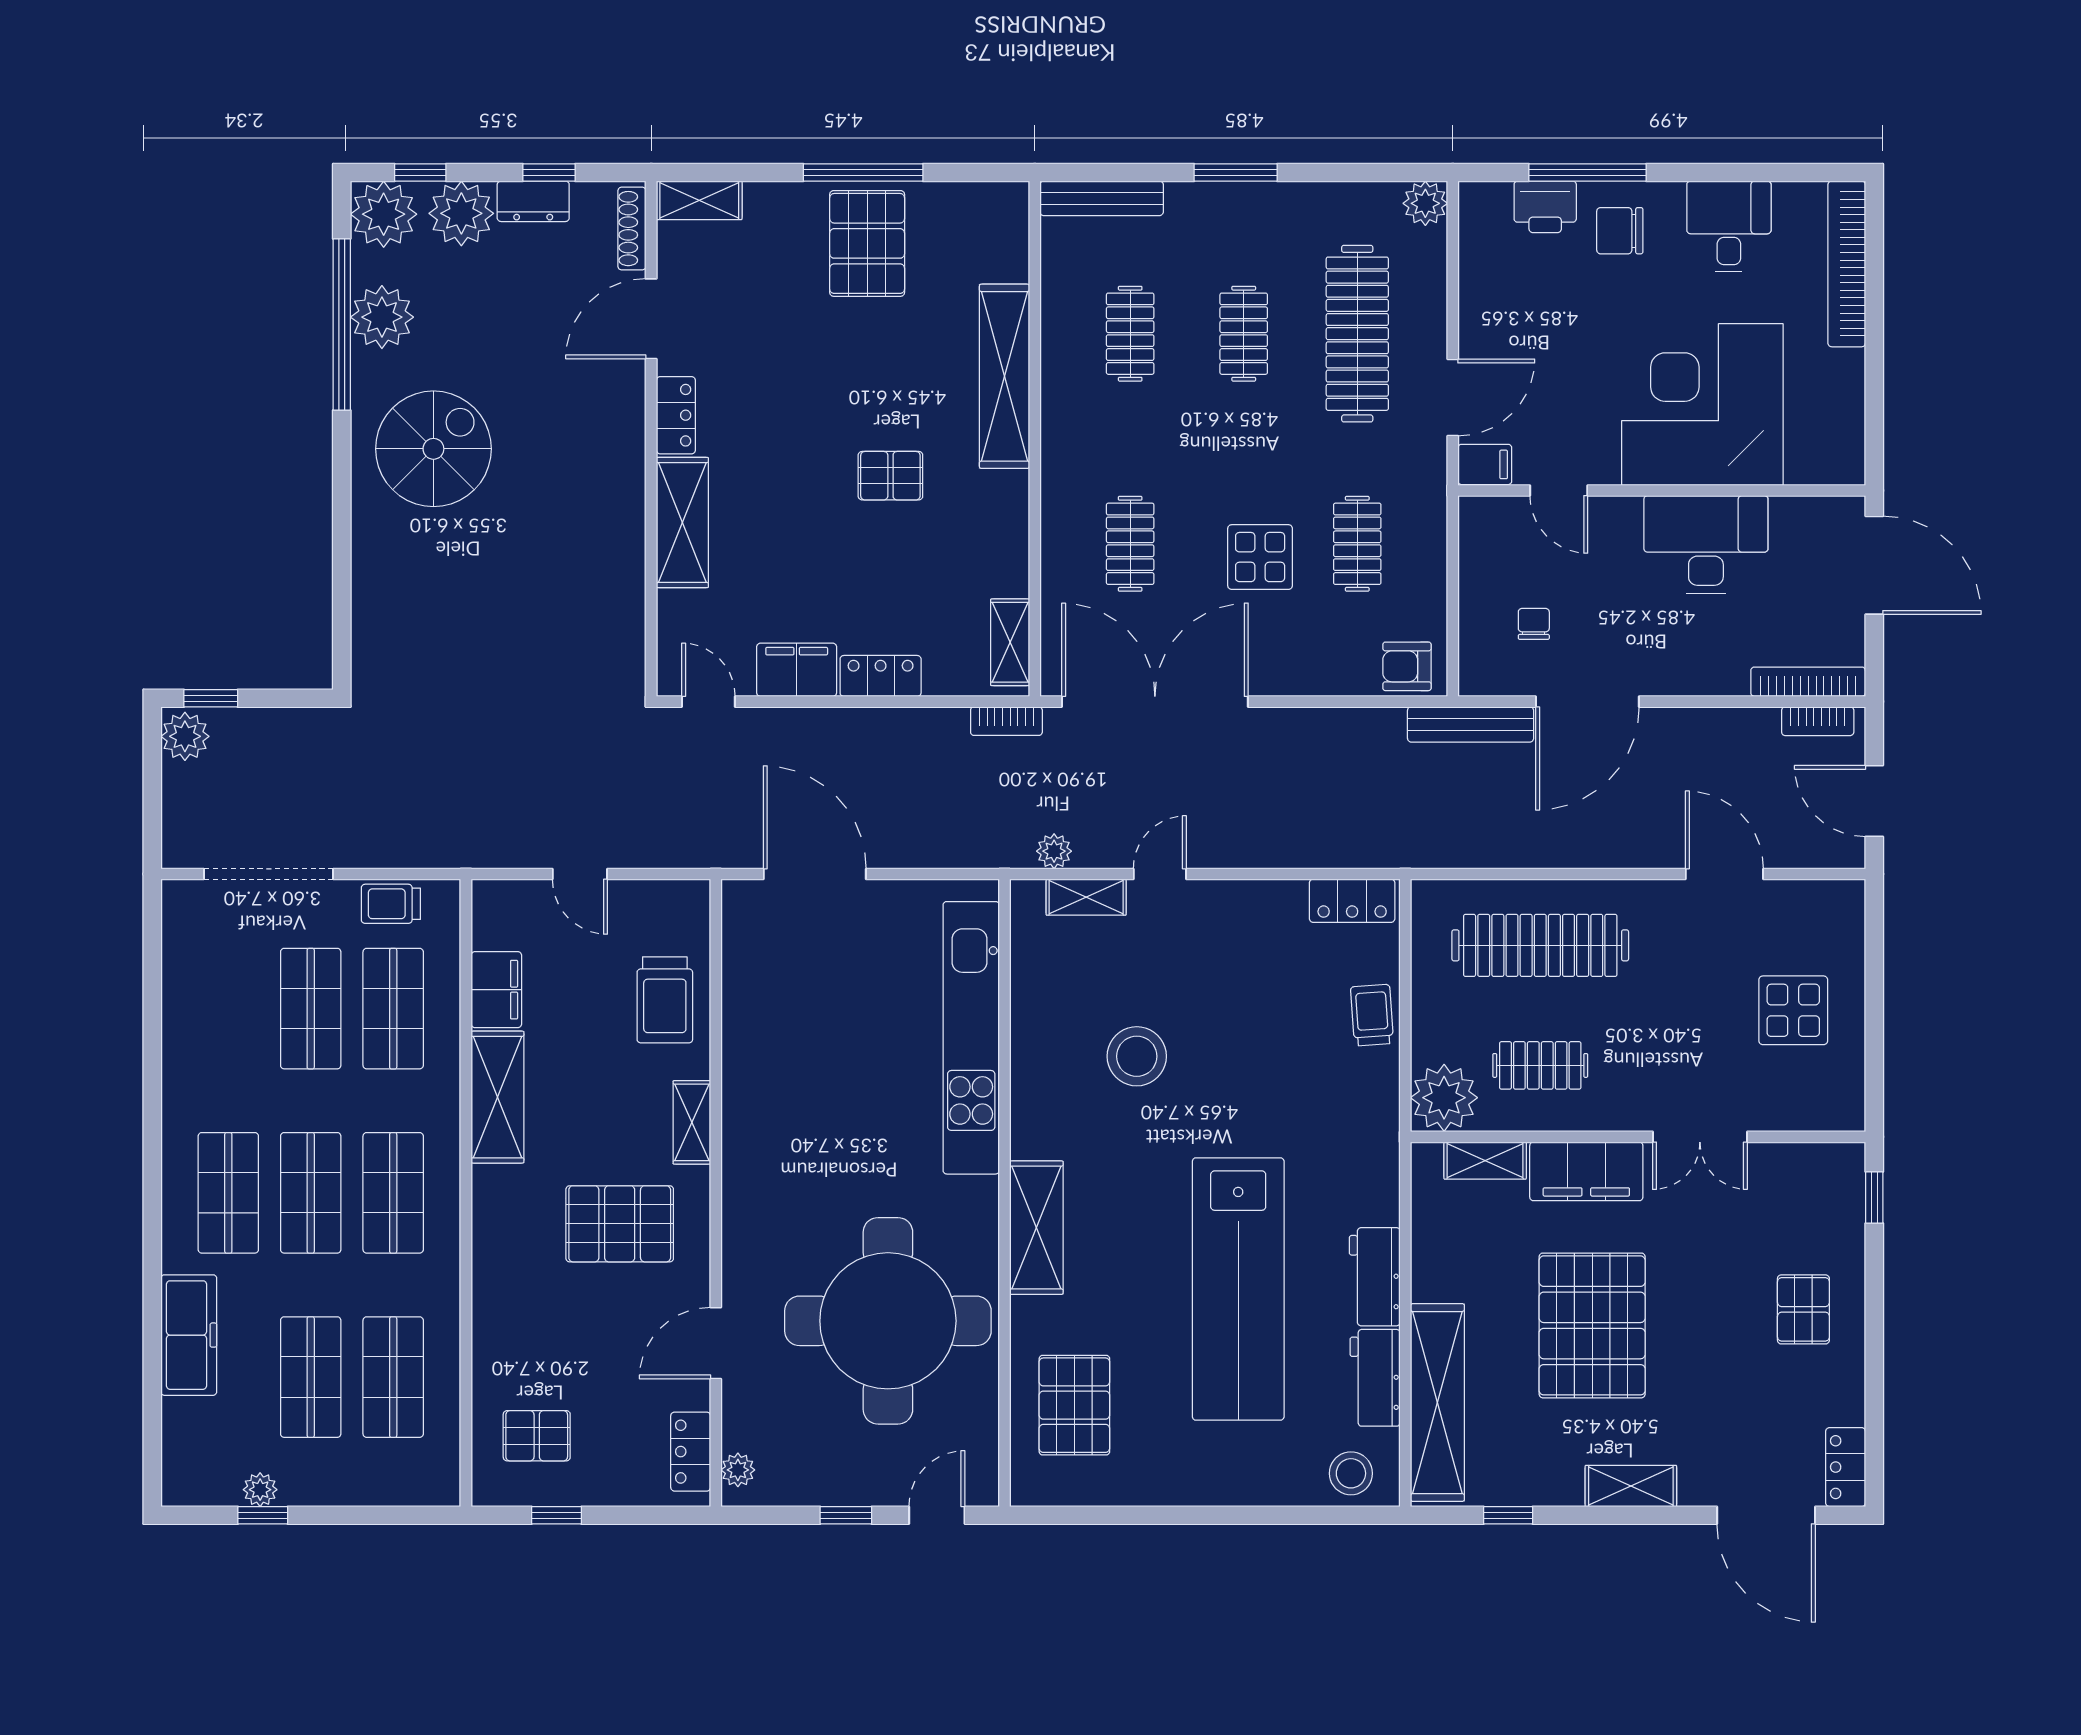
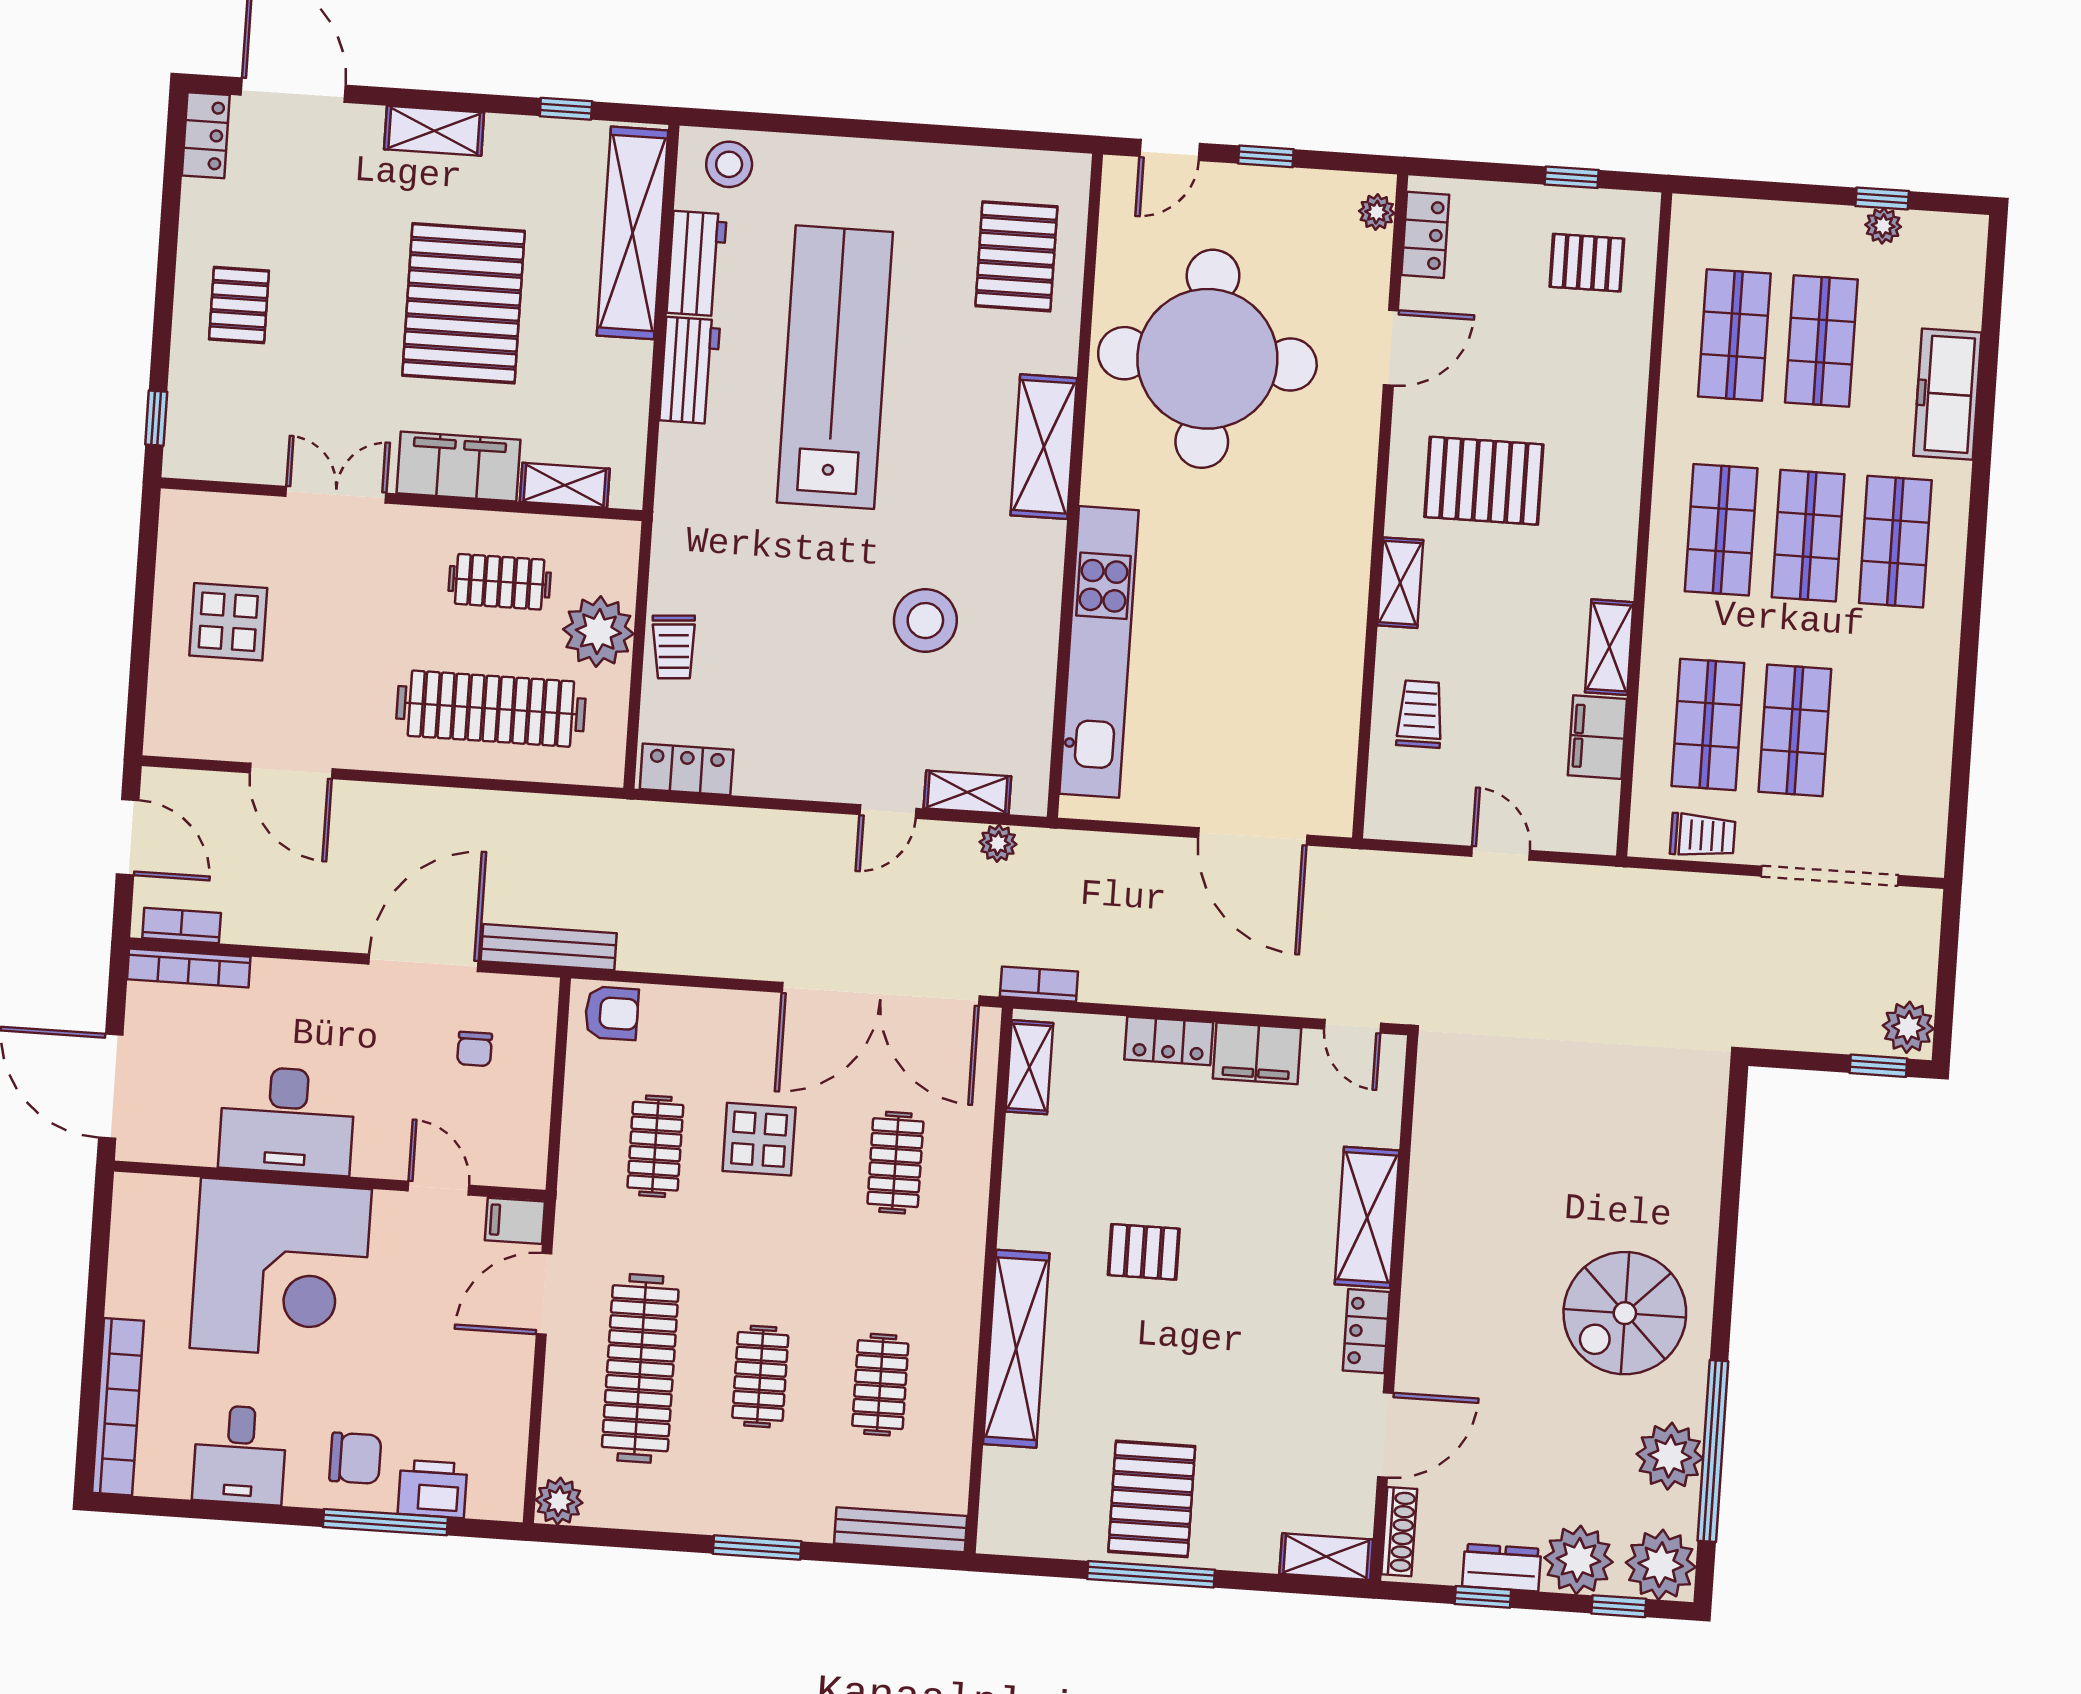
trolley: (665, 1000) -> (1420, 714), width x0.73, depth x0.72
shelving: (497, 1097) -> (1609, 647), width x0.67, depth x0.75
plant: (1444, 1098) -> (598, 632), moved

